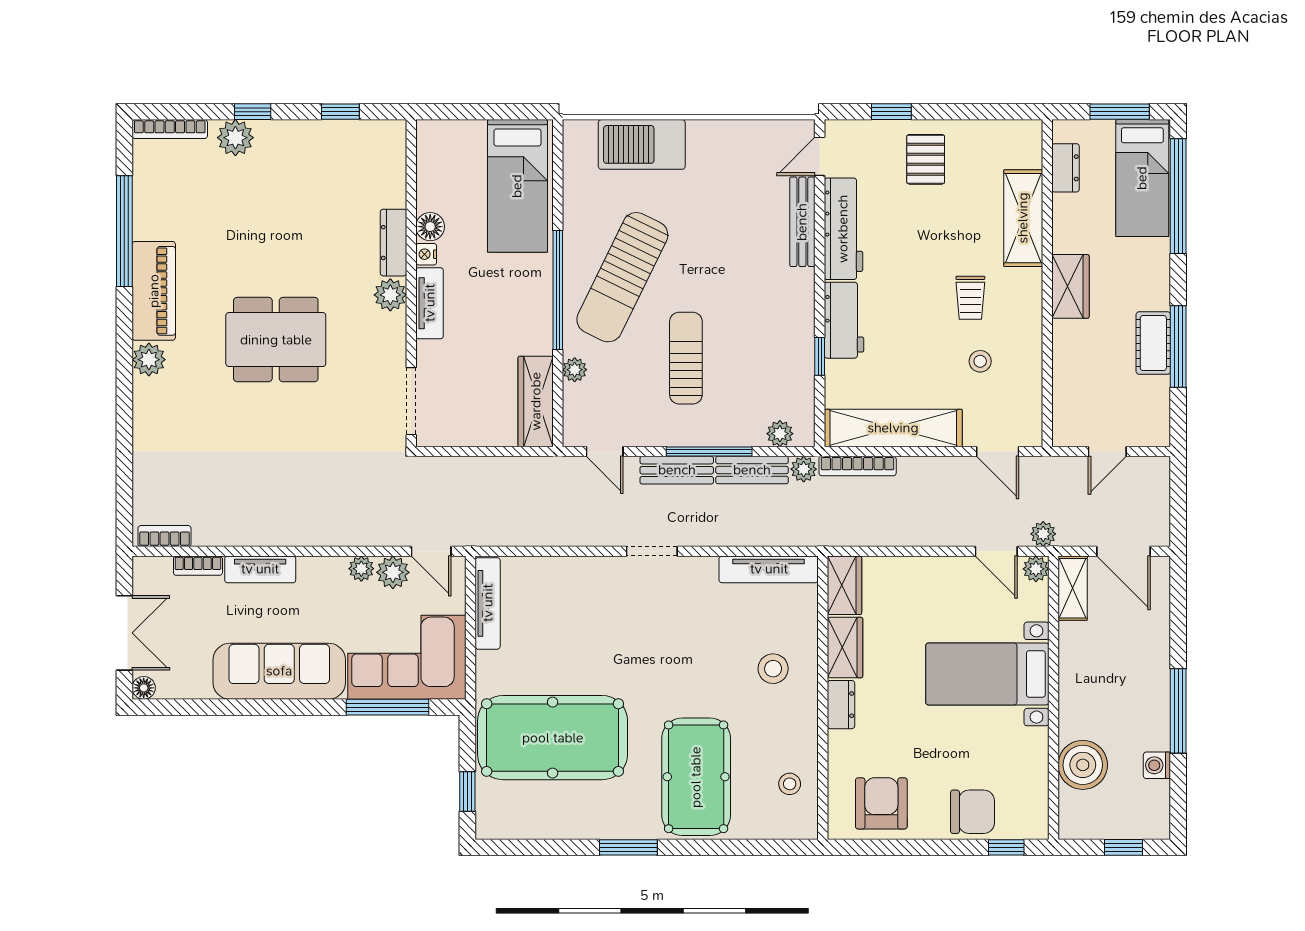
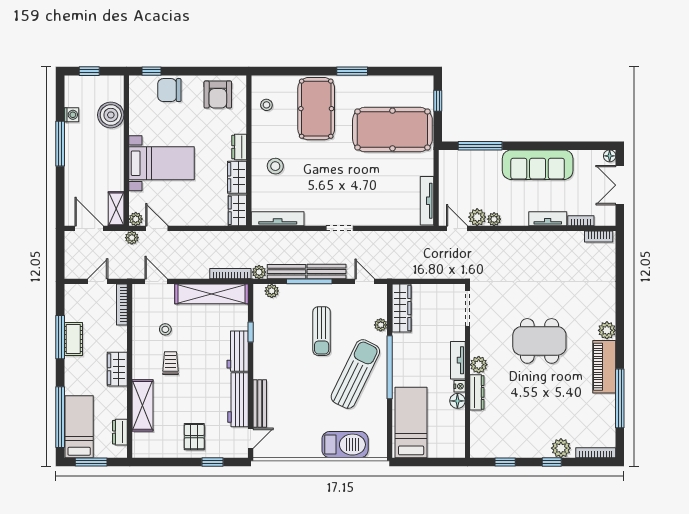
bookcase: (1062, 408) -> (122, 304), added
corner sofa: (407, 657) -> (470, 172), removed

